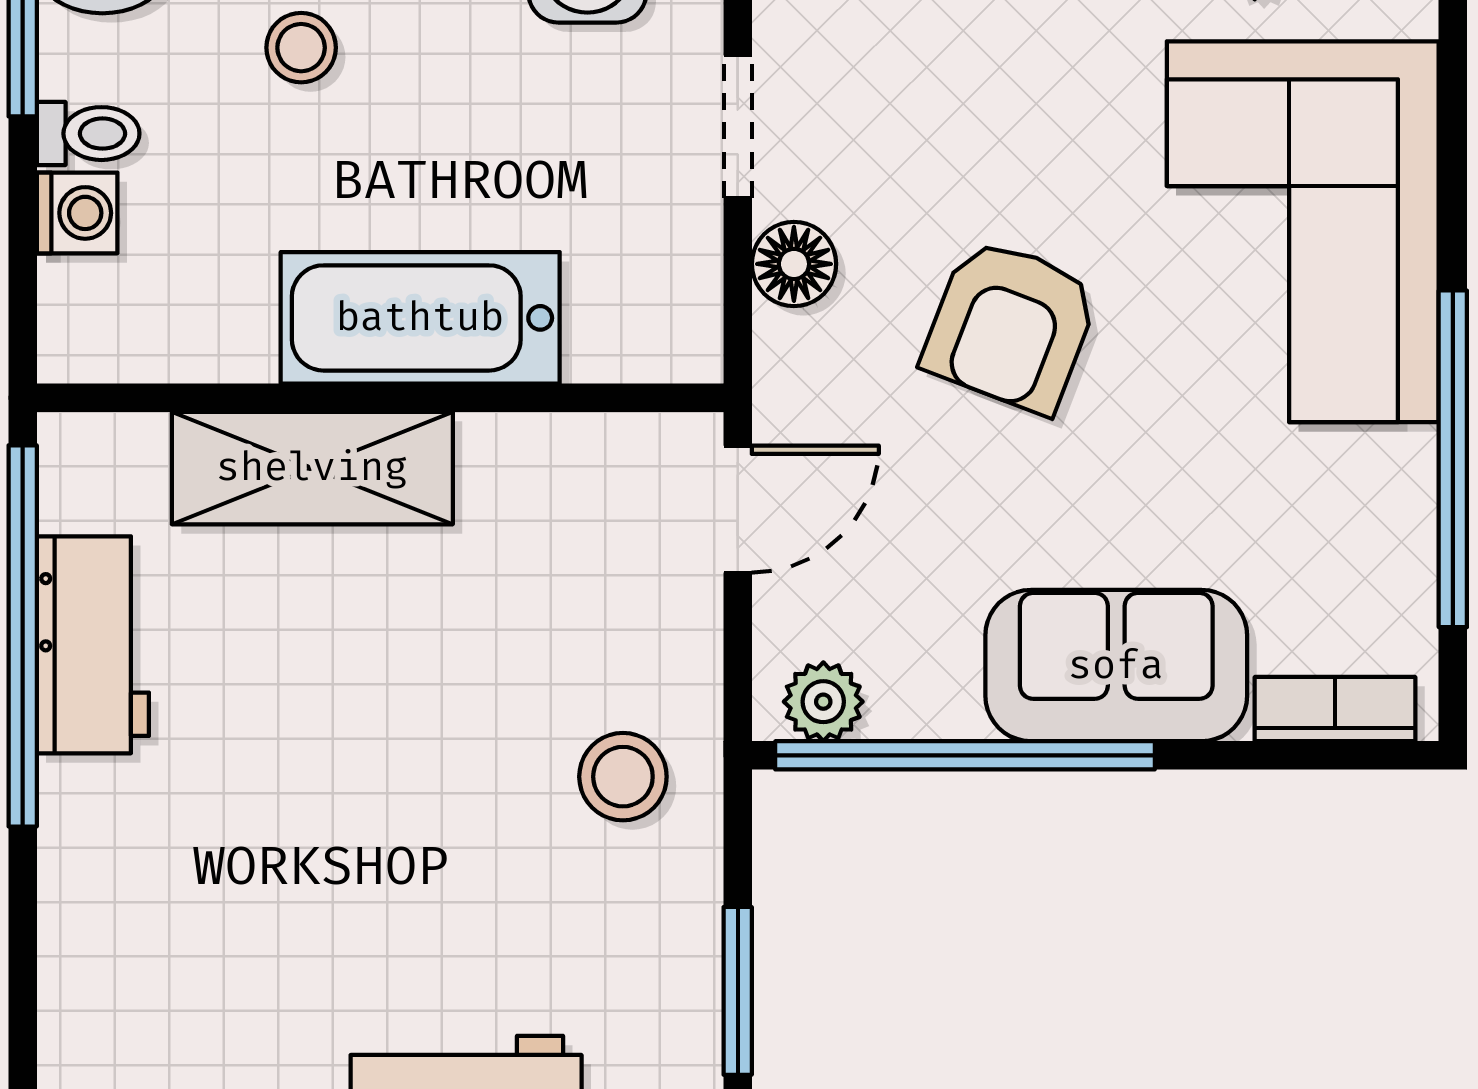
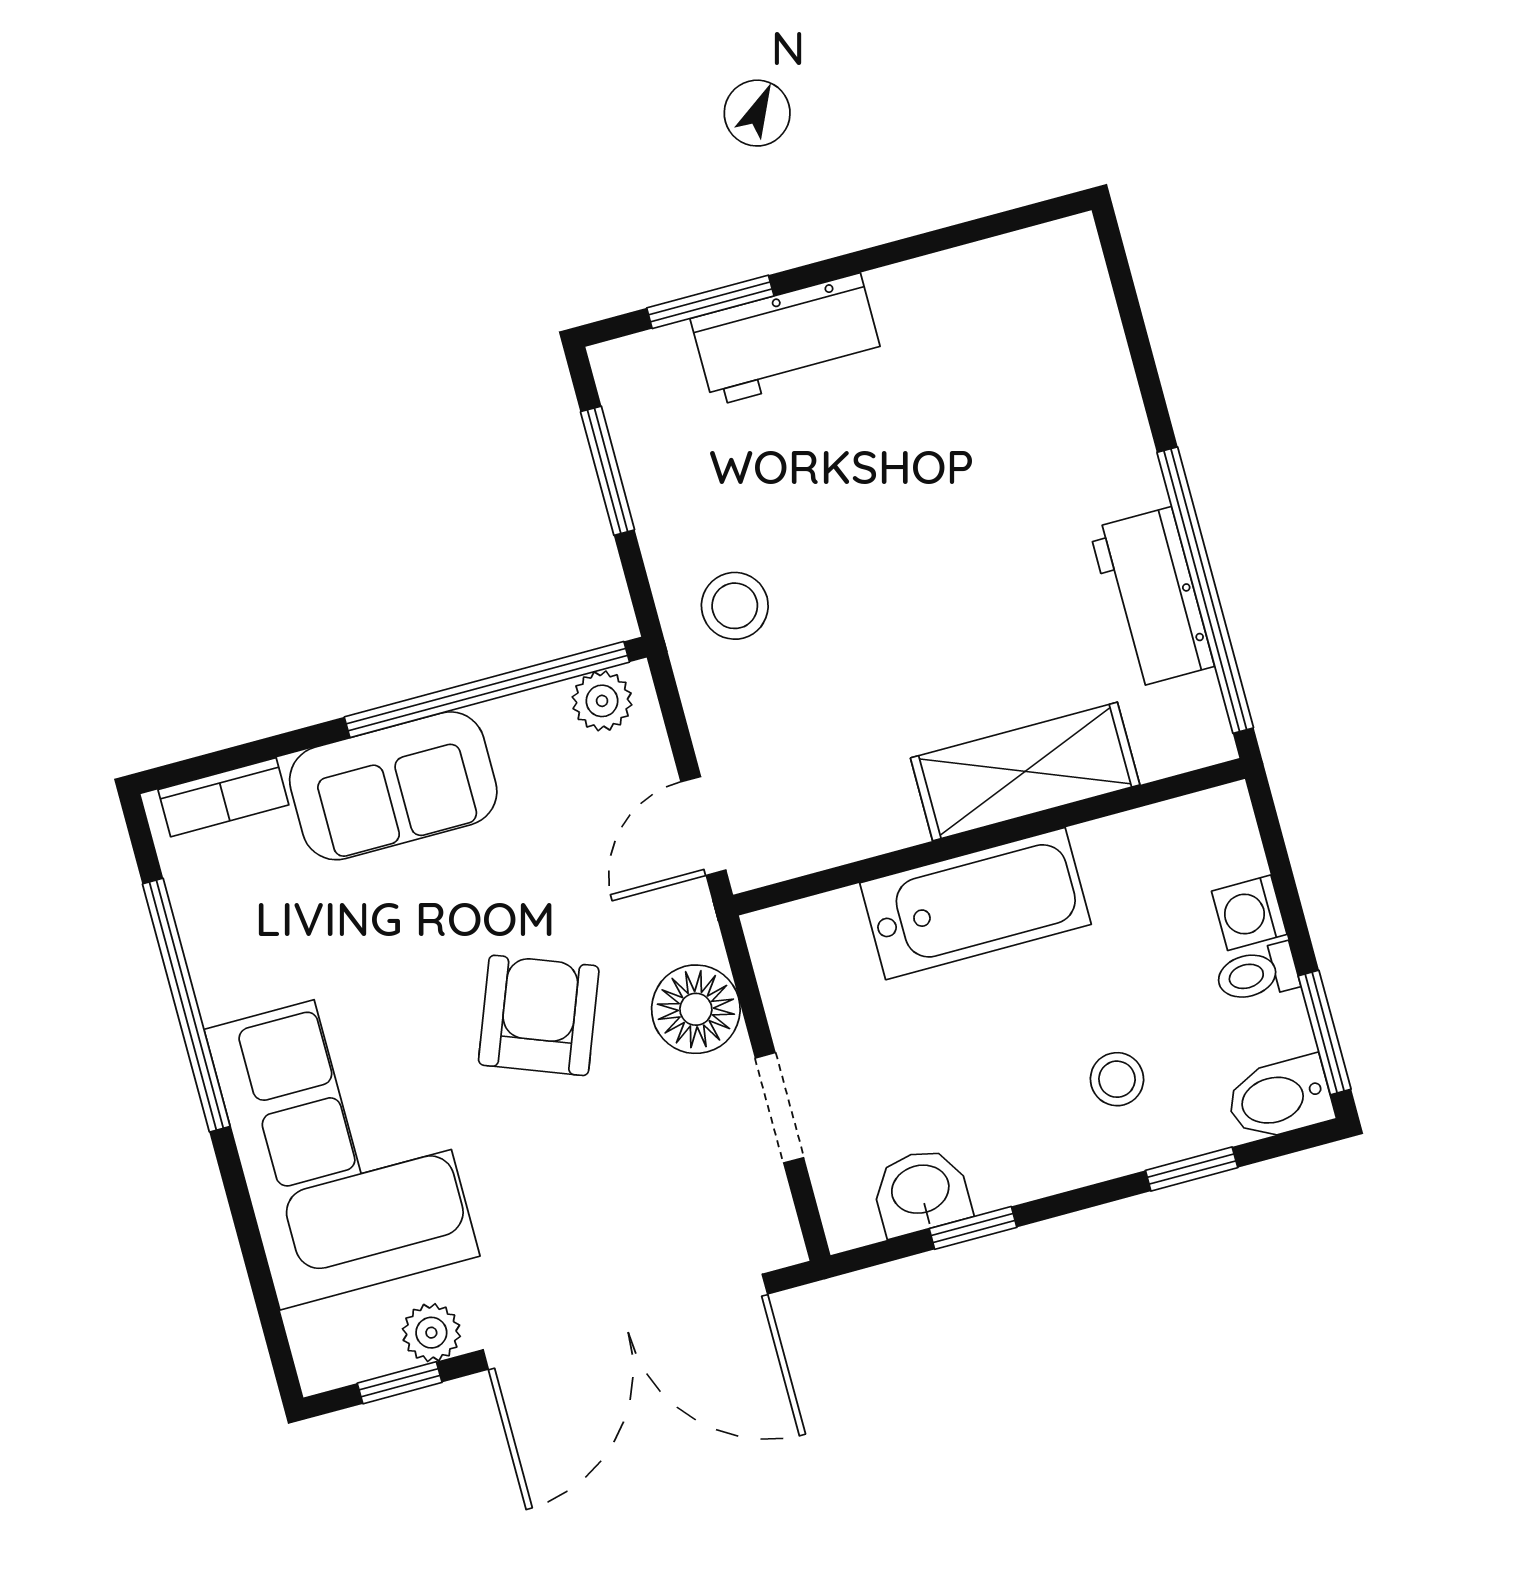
floor lamp: (794, 264) -> (696, 1009), width x1.38, depth x1.38

